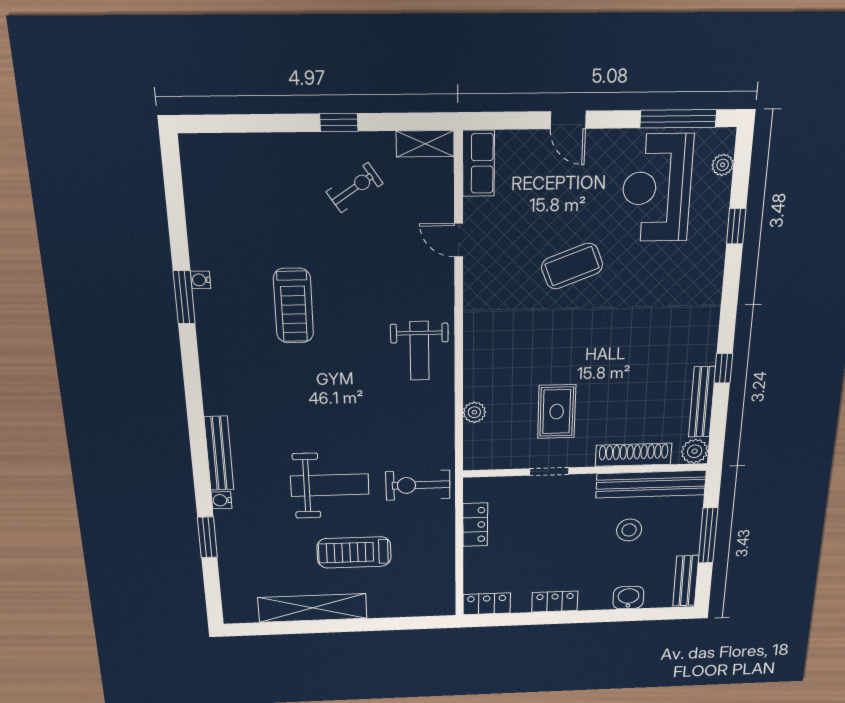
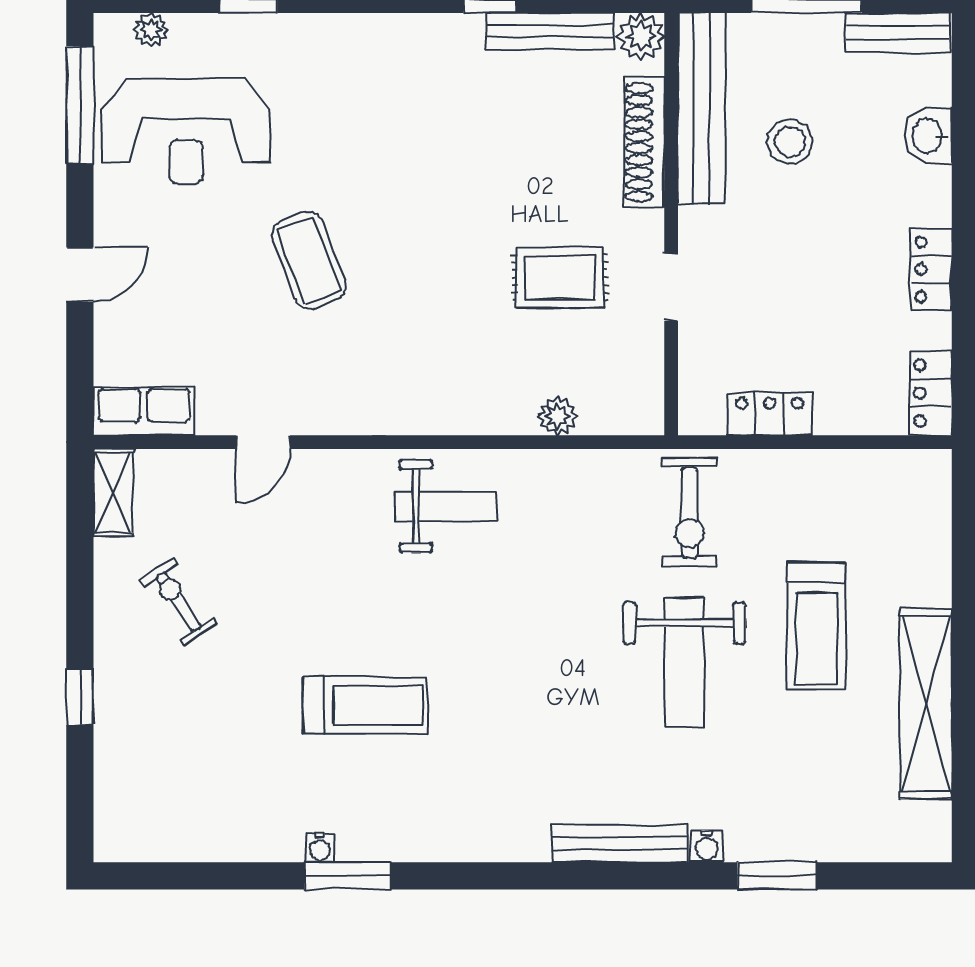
window: (339, 122) -> (80, 697), moved
weight bench: (330, 485) -> (684, 662), turned 180

